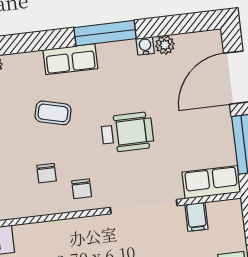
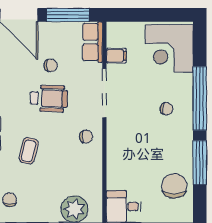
wheelchair: (127, 132) -> (49, 99), turned 92
chair: (46, 173) -> (51, 65), moved

